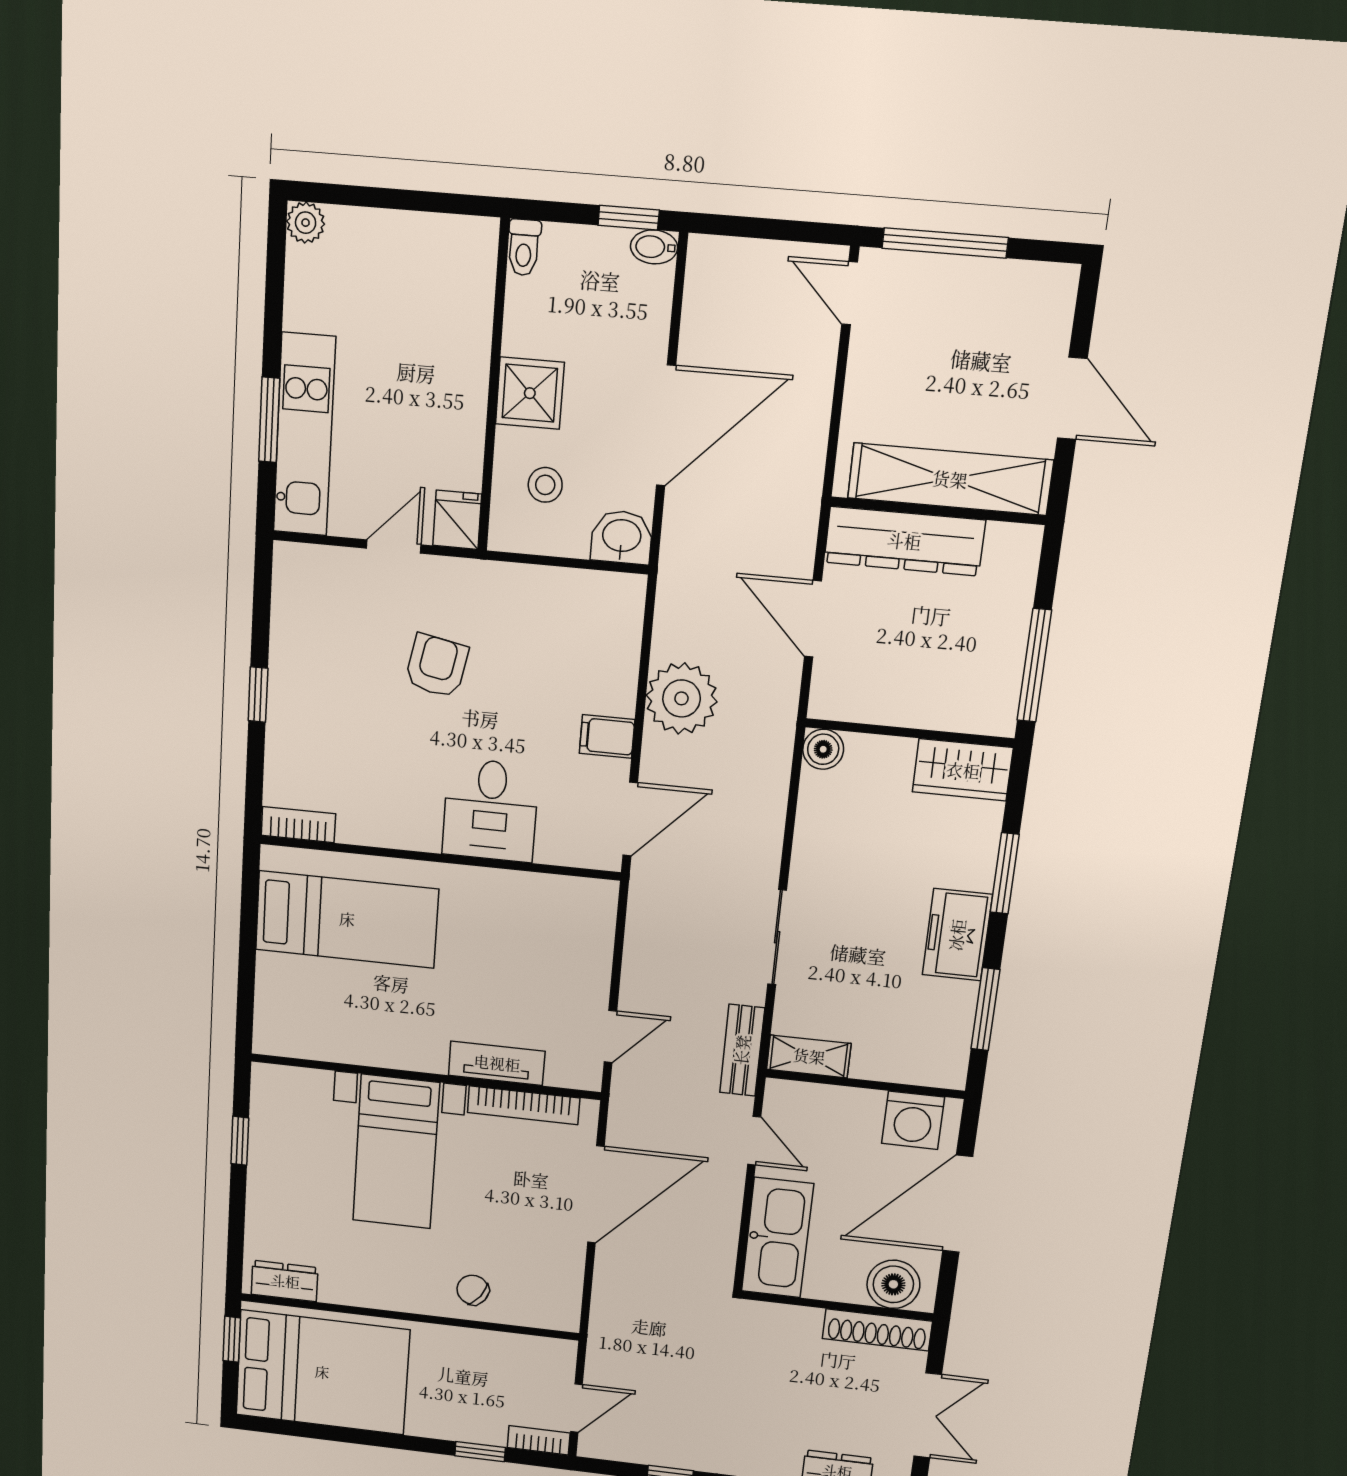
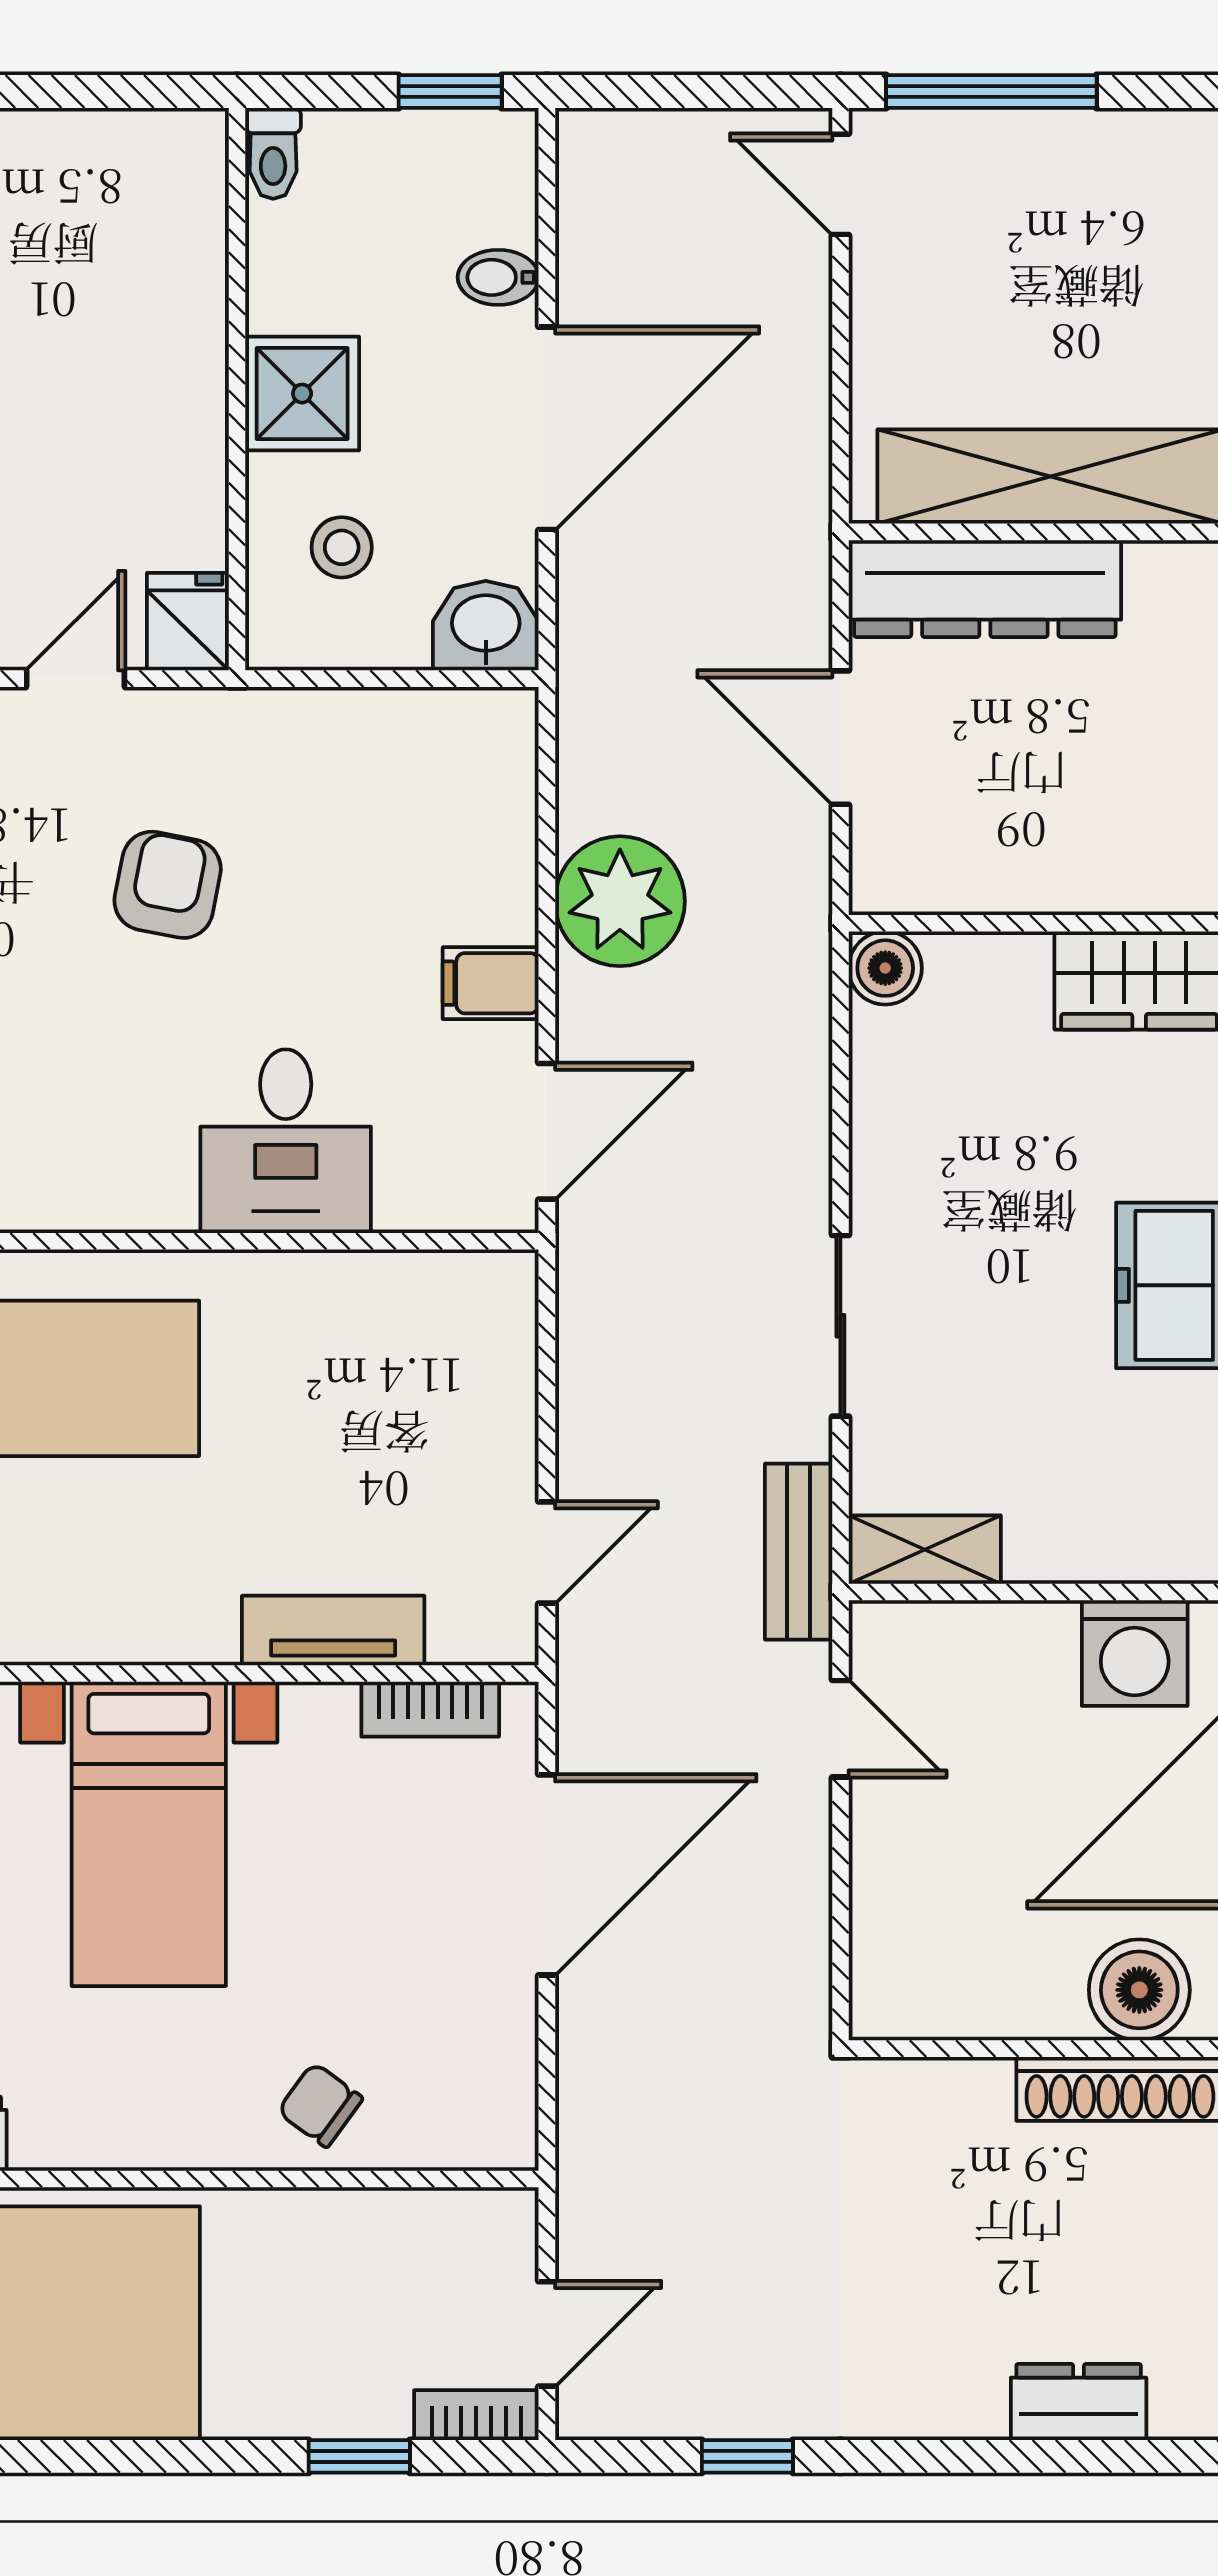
bidet: (654, 247) -> (498, 277), moved
bookcase: (523, 1105) -> (430, 1709), width x0.64
kitchen sink: (777, 1238) -> (906, 1921), removed

